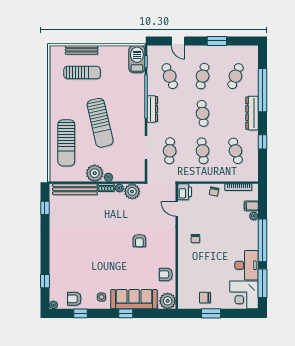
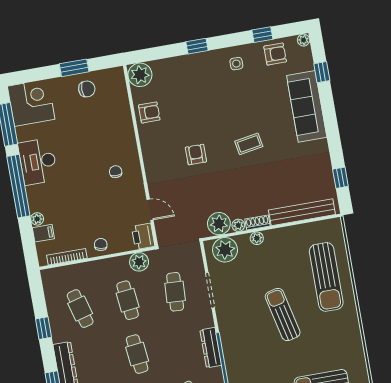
sun lounger: (100, 123) -> (283, 314), width x0.73, depth x0.75
sun lounger: (66, 143) -> (326, 277), turned 180
plant: (95, 173) -> (225, 250), moved
plant: (190, 175) -> (139, 262), added
coffee table: (103, 242) -> (249, 144), added
desk: (246, 265) -> (38, 162), moved
sofa: (134, 299) -> (307, 106), moved, turned 90

